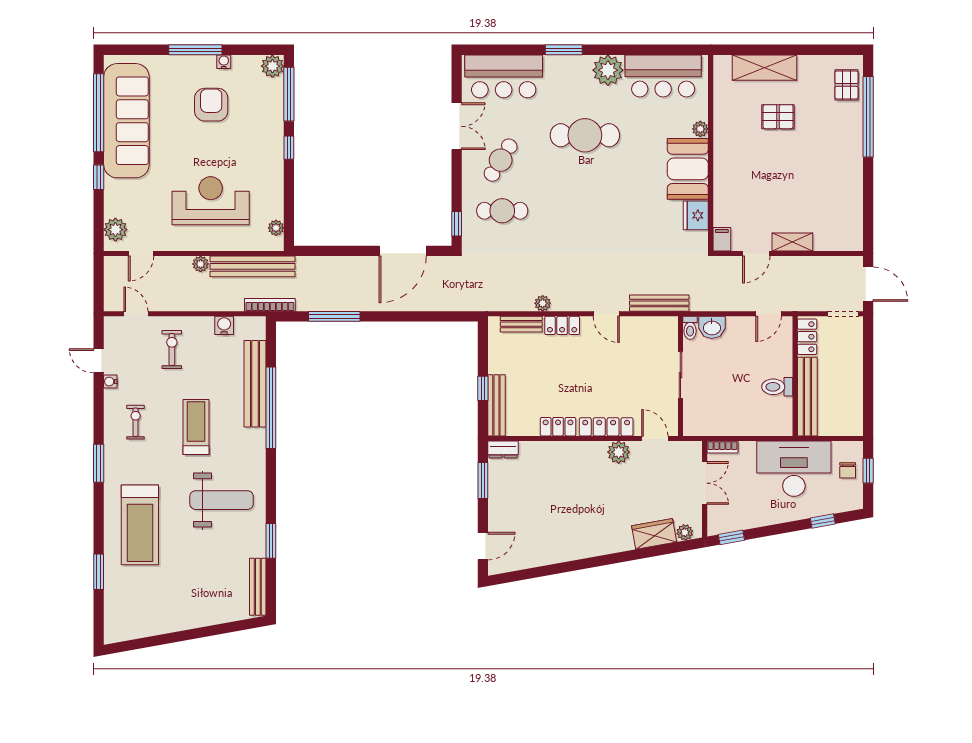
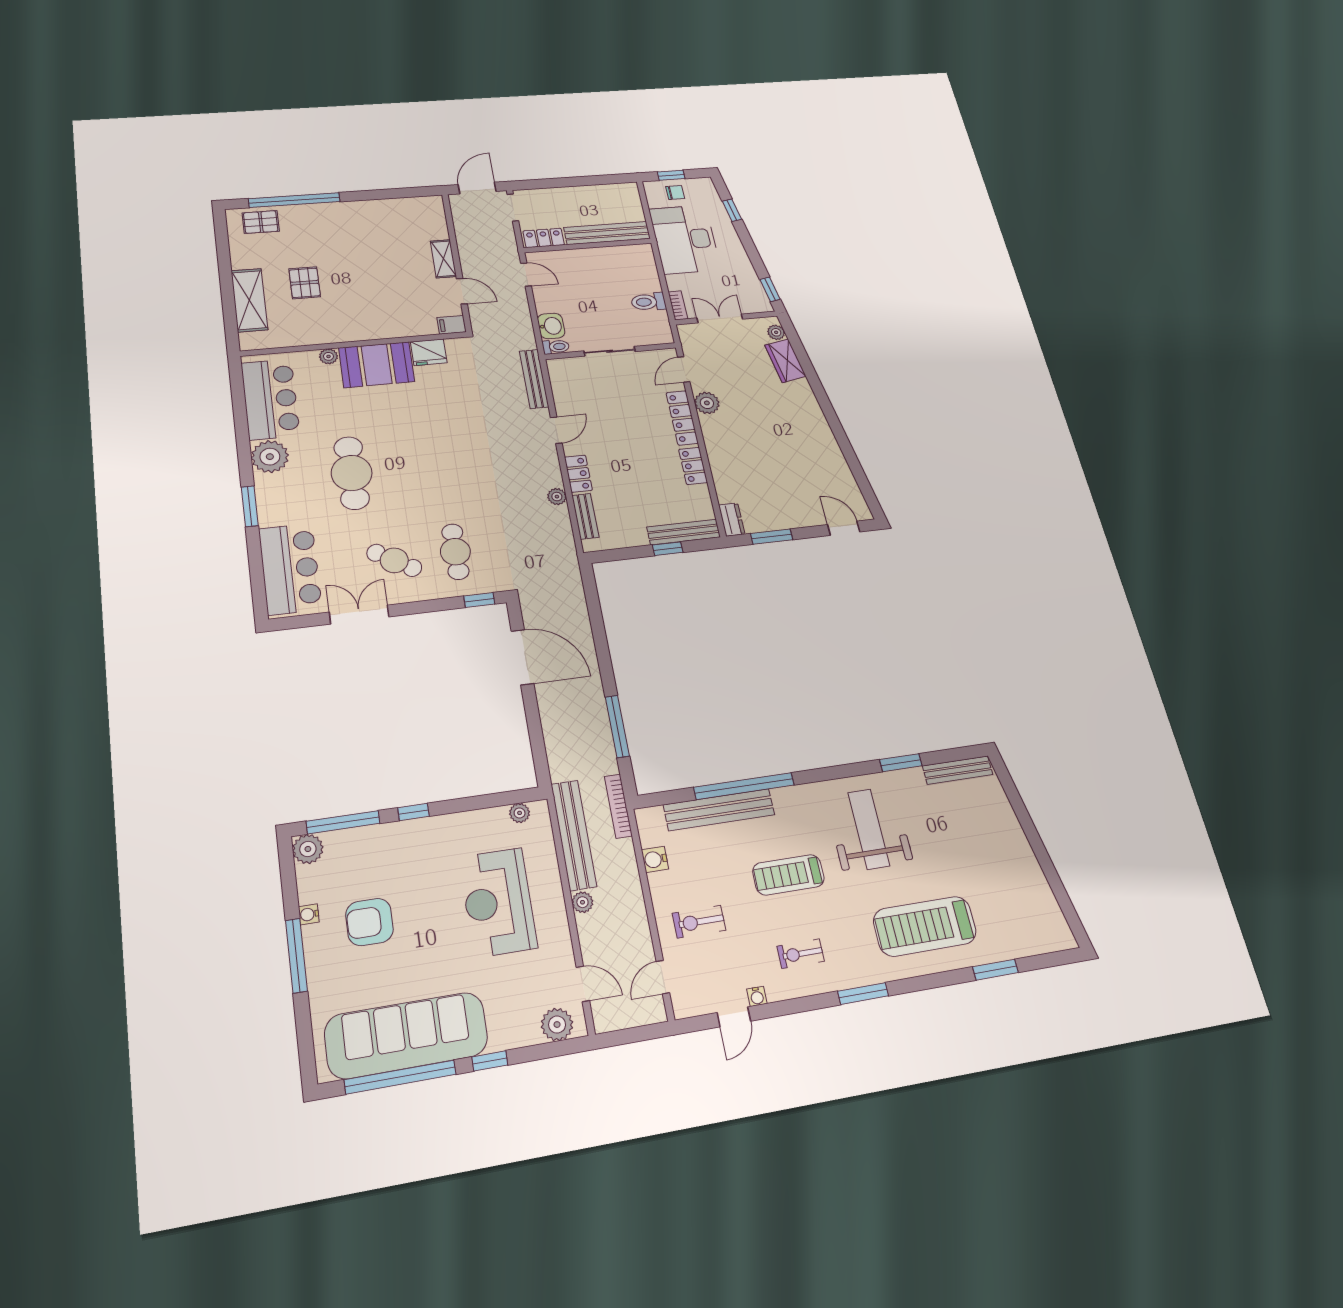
toilet: (777, 387) -> (648, 302), moved, turned 90
treadmill: (140, 525) -> (925, 926), turned 180

